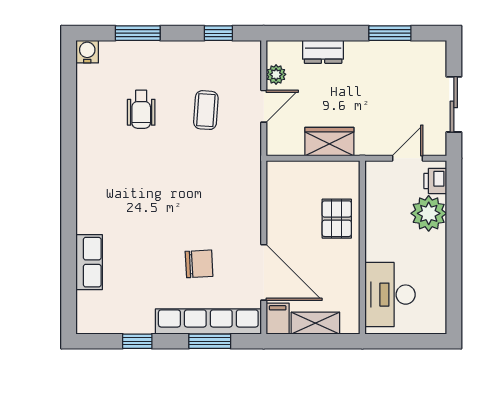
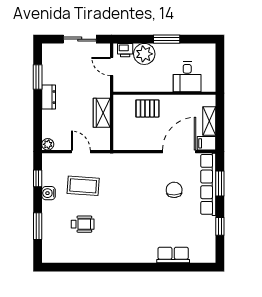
water cooler: (87, 52) -> (49, 193), moved
dresser: (323, 52) -> (49, 97), moved
plant: (276, 74) -> (48, 144), moved
coffee table: (206, 110) -> (83, 186), width x1.36, depth x1.30
window: (454, 251) -> (167, 39), added
desk: (390, 295) -> (187, 77), width x0.73

